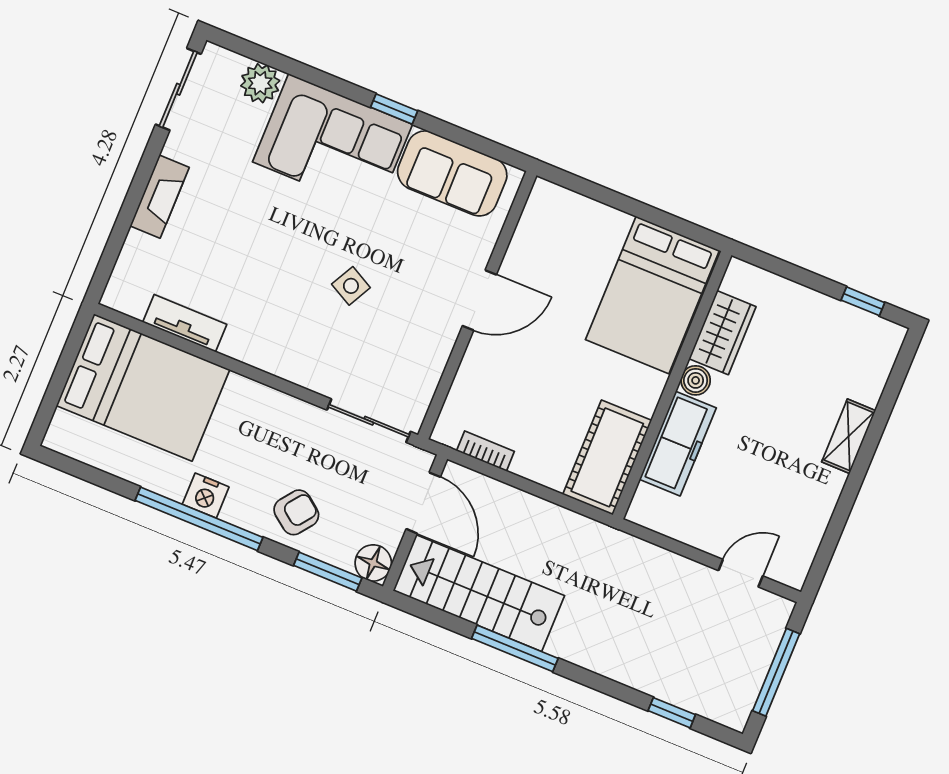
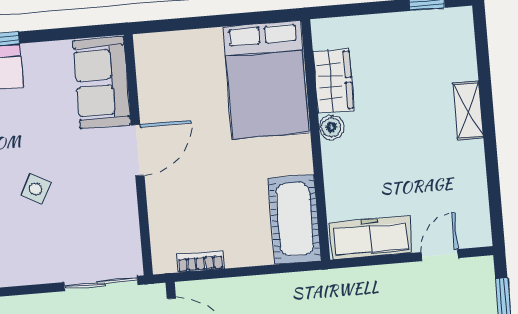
sofa: (452, 173) -> (102, 82), moved, turned 90
freezer: (678, 444) -> (371, 238), moved, turned -90

